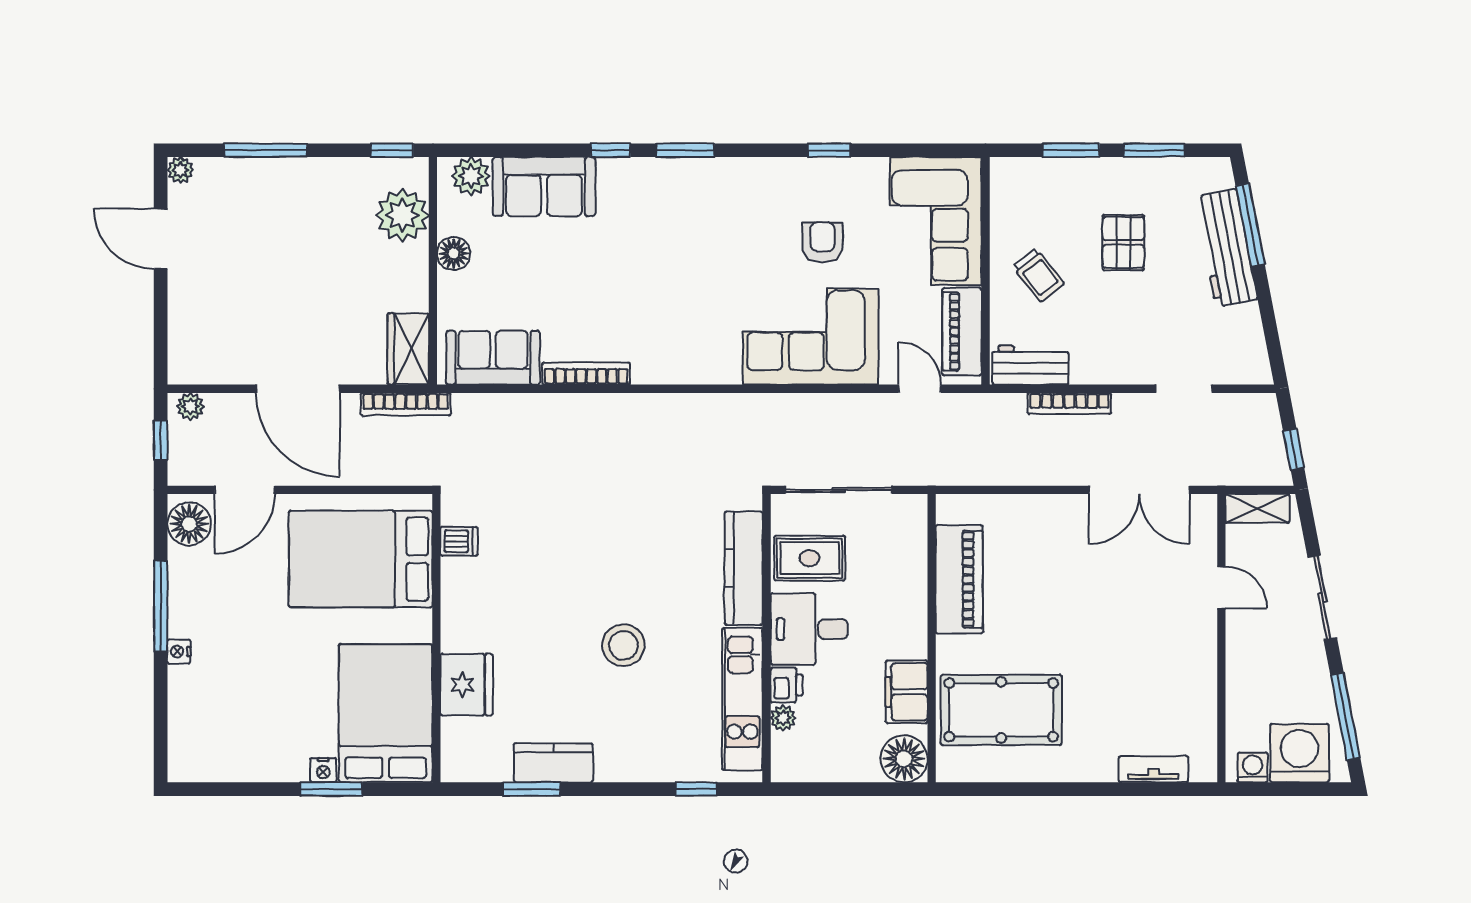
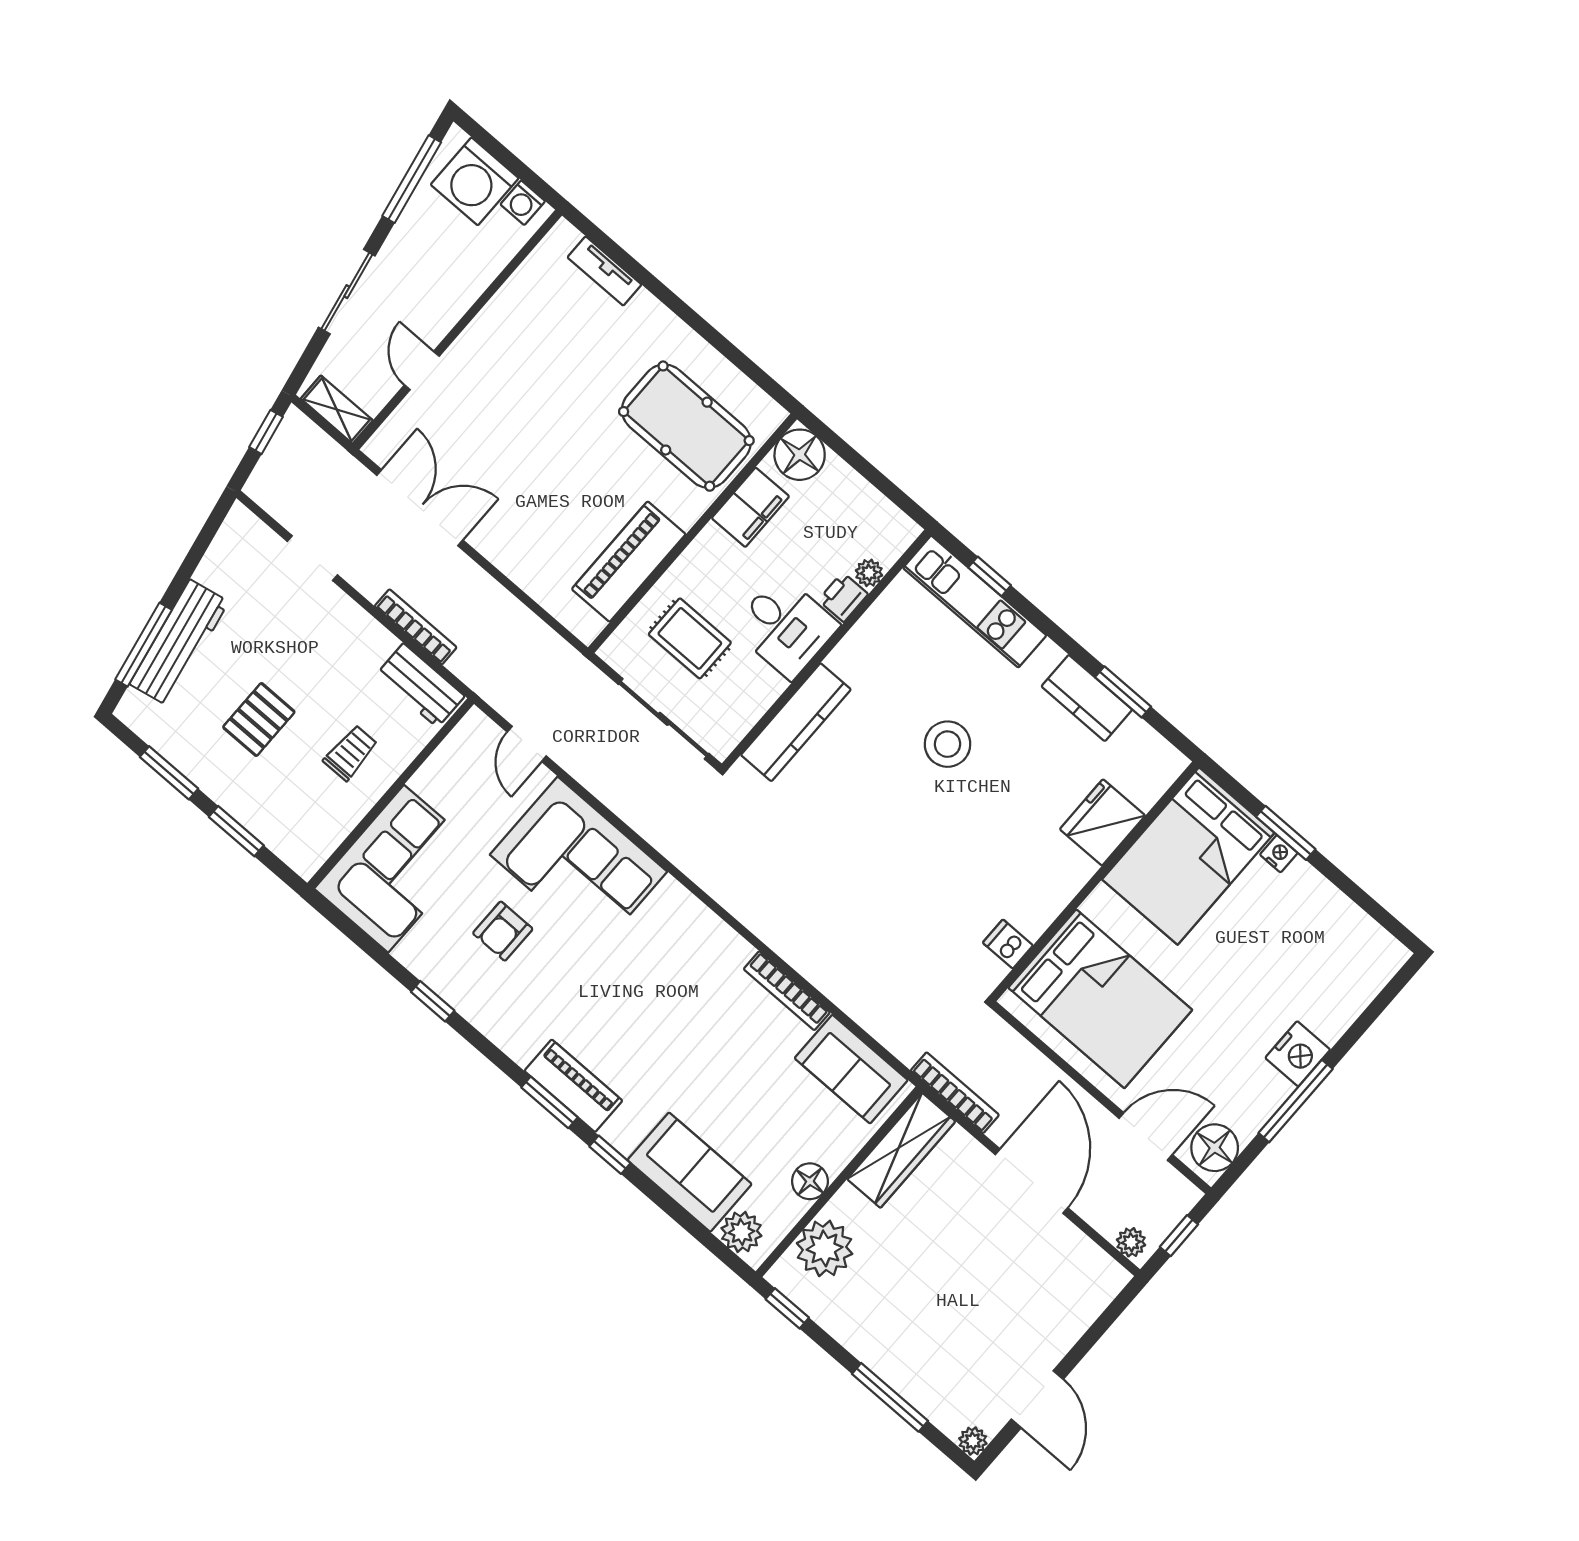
trolley: (1038, 275) -> (350, 753), turned 38
piano: (962, 332) -> (573, 1086), moved, turned -90
wardrobe: (408, 349) -> (901, 1150), width x1.50
rug: (810, 558) -> (690, 638), moved
nightstand: (179, 652) -> (1298, 1054), width x1.89, depth x1.79
kitchen unit: (742, 699) -> (975, 602), moved, turned 90

